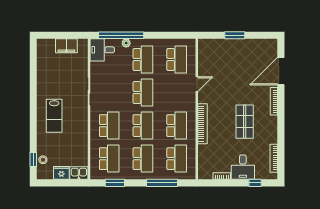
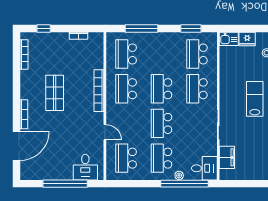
window: (235, 35) -> (65, 184), width x2.11
filing cabinet: (66, 46) -> (227, 157), moved, turned 90
door: (197, 84) -> (105, 132), swing flipped
school desk: (143, 159) -> (162, 54), removed
desk: (243, 167) -> (85, 167), moved, turned 180

